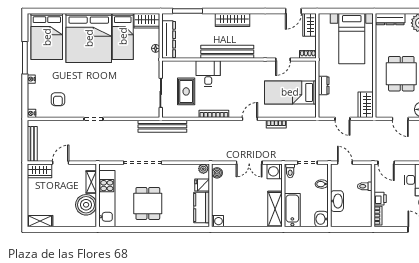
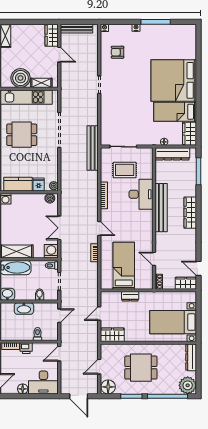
bed: (47, 37) -> (175, 42), removed
desk: (208, 74) -> (141, 194), width x1.37

